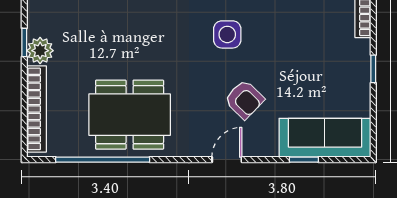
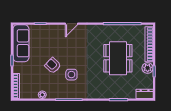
armchair: (244, 100) -> (53, 65), moved
dining table: (130, 115) -> (118, 58), moved, turned 90
sofa: (325, 138) -> (21, 43), moved, turned -90

